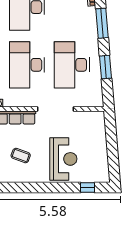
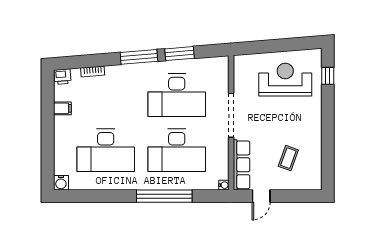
window: (102, 23) -> (139, 57), moved
reception desk: (63, 159) -> (285, 80), moved

